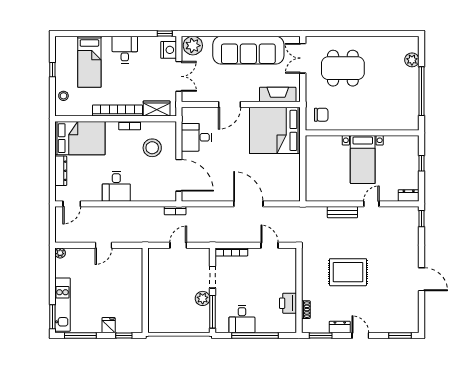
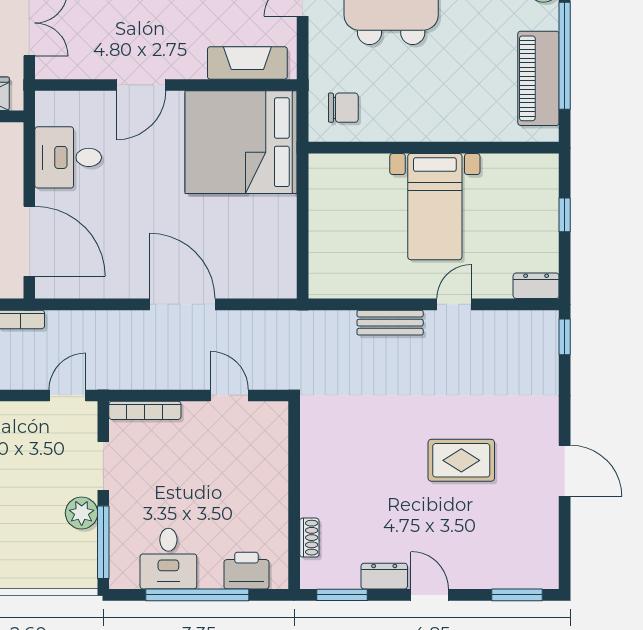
piano: (410, 101) -> (538, 78), added
door: (178, 245) -> (67, 395), moved
rug: (348, 272) -> (461, 460), moved, width x0.73, depth x0.70
printer: (288, 303) -> (246, 571), moved, turned 90

